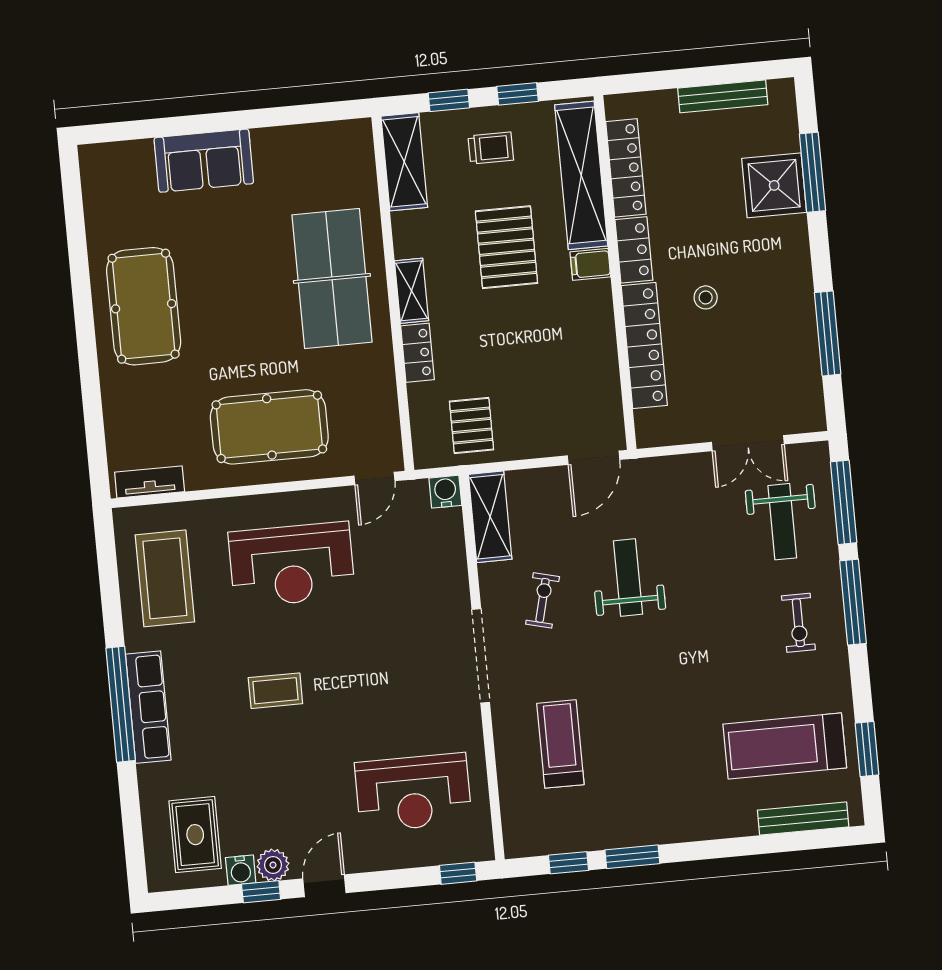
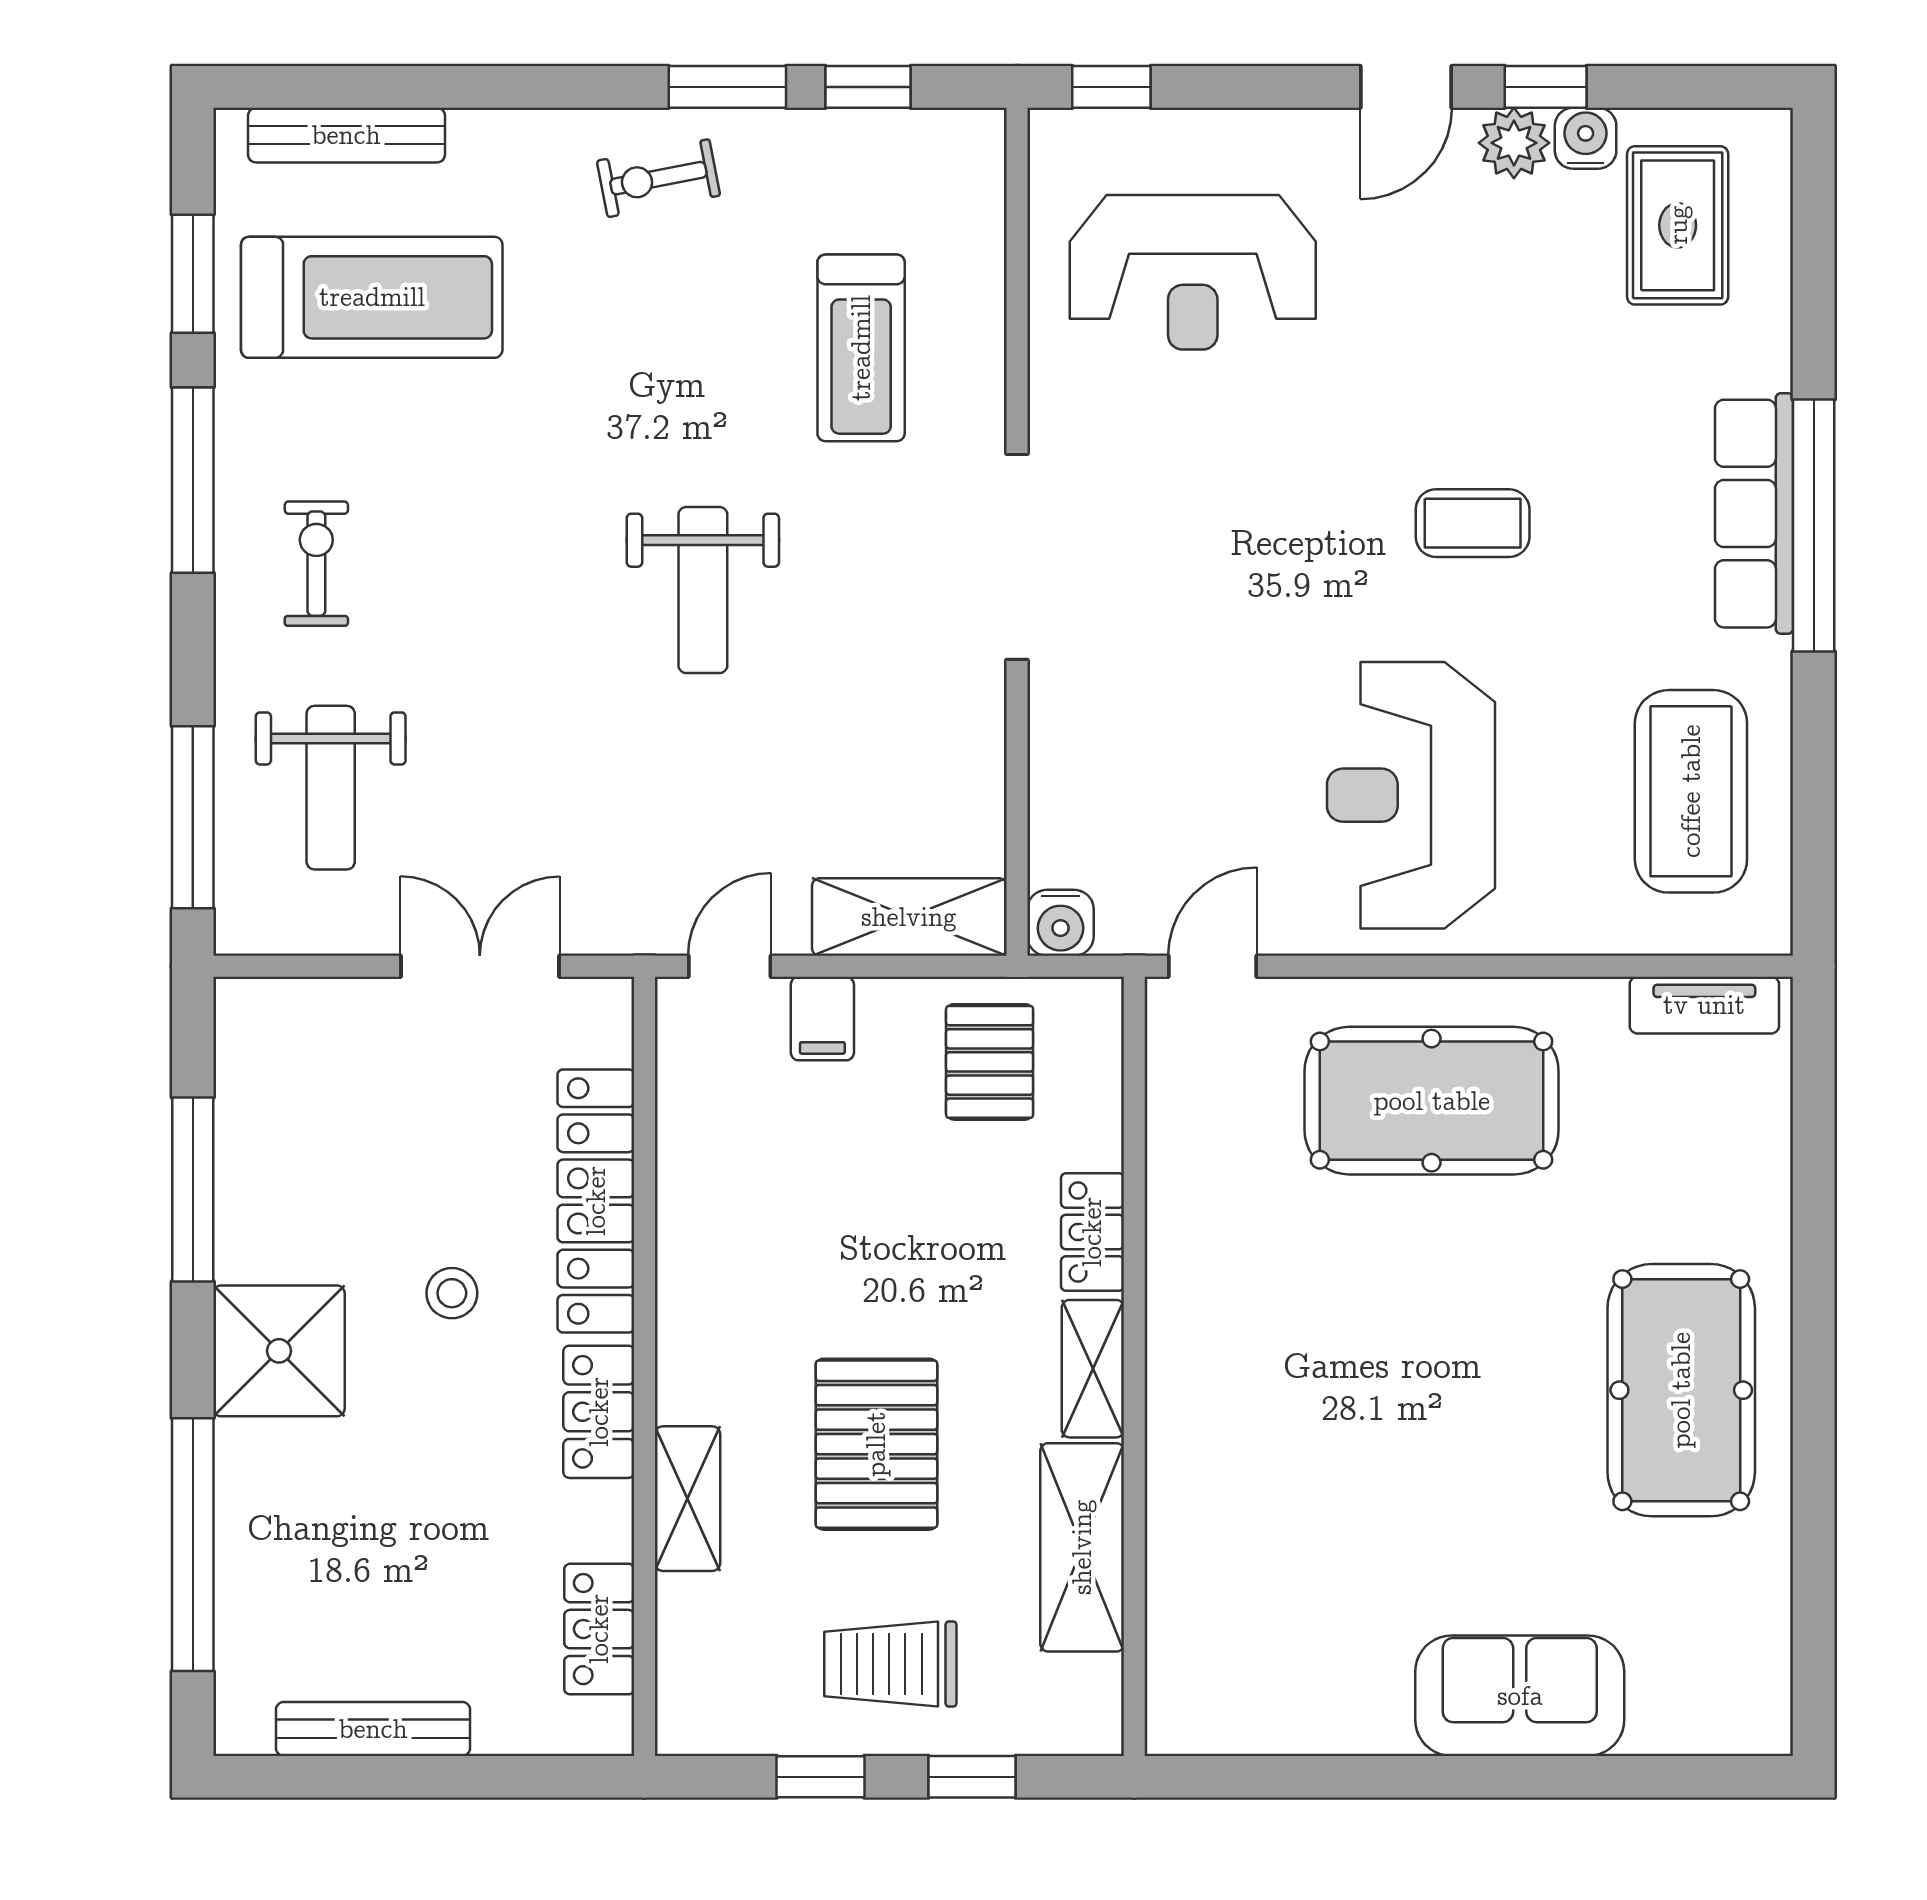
trolley: (491, 148) -> (890, 1664), width x1.36, depth x1.39
shelving: (404, 162) -> (1082, 1547), moved
locker: (626, 168) -> (599, 1629), width x0.66
window: (812, 172) -> (193, 1545), width x1.46
shelving: (581, 175) -> (687, 1499), width x0.45, depth x0.75
shower: (774, 185) -> (279, 1351), moved
filing cabinet: (590, 264) -> (822, 1019), moved, turned 90
table tennis table: (332, 278) -> (1264, 1412), removed
double door: (748, 443) -> (480, 966), moved
door: (594, 458) -> (730, 966), width x0.73
shelving: (490, 517) -> (909, 917), moved, turned 90
weight bench: (782, 522) -> (331, 788), turned 180
reception desk: (292, 565) -> (1411, 795), turned -90
weight bench: (628, 578) -> (703, 590), moved
exercise bike: (543, 600) -> (658, 178), moved, turned 65
window: (853, 602) -> (193, 480), moved
reception desk: (413, 792) -> (1193, 272), turned 180

